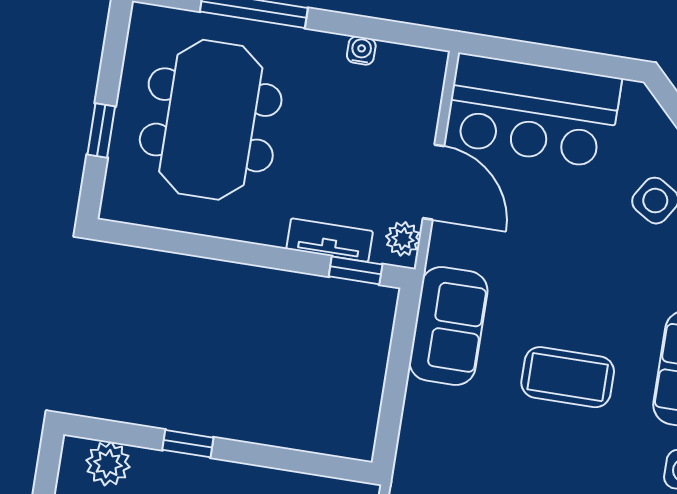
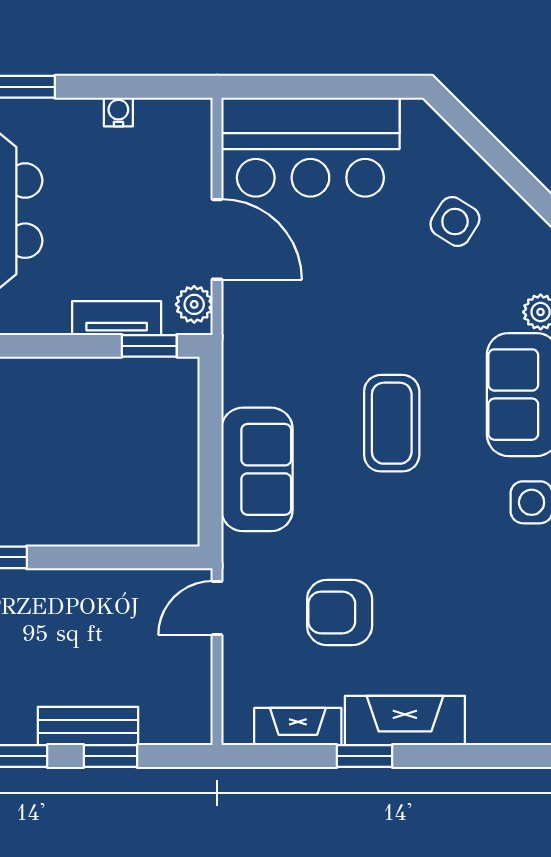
sofa: (448, 326) -> (257, 469), moved
coffee table: (568, 377) -> (392, 423), turned 90

